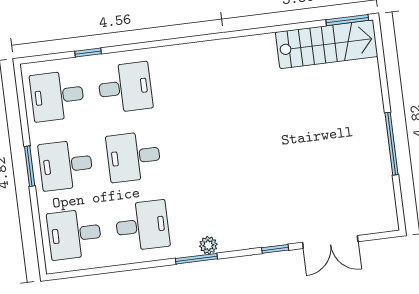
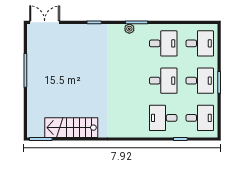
stairs: (327, 44) -> (71, 128), moved
desk: (142, 226) -> (163, 43), turned 180
double door: (330, 242) -> (45, 22), moved

